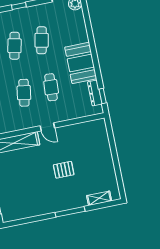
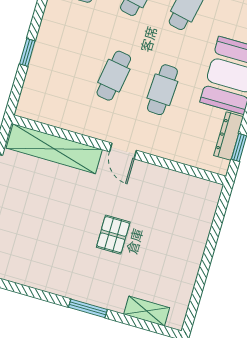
pallet: (64, 170) -> (113, 235), turned 90
window: (70, 212) -> (88, 308), width x0.69

